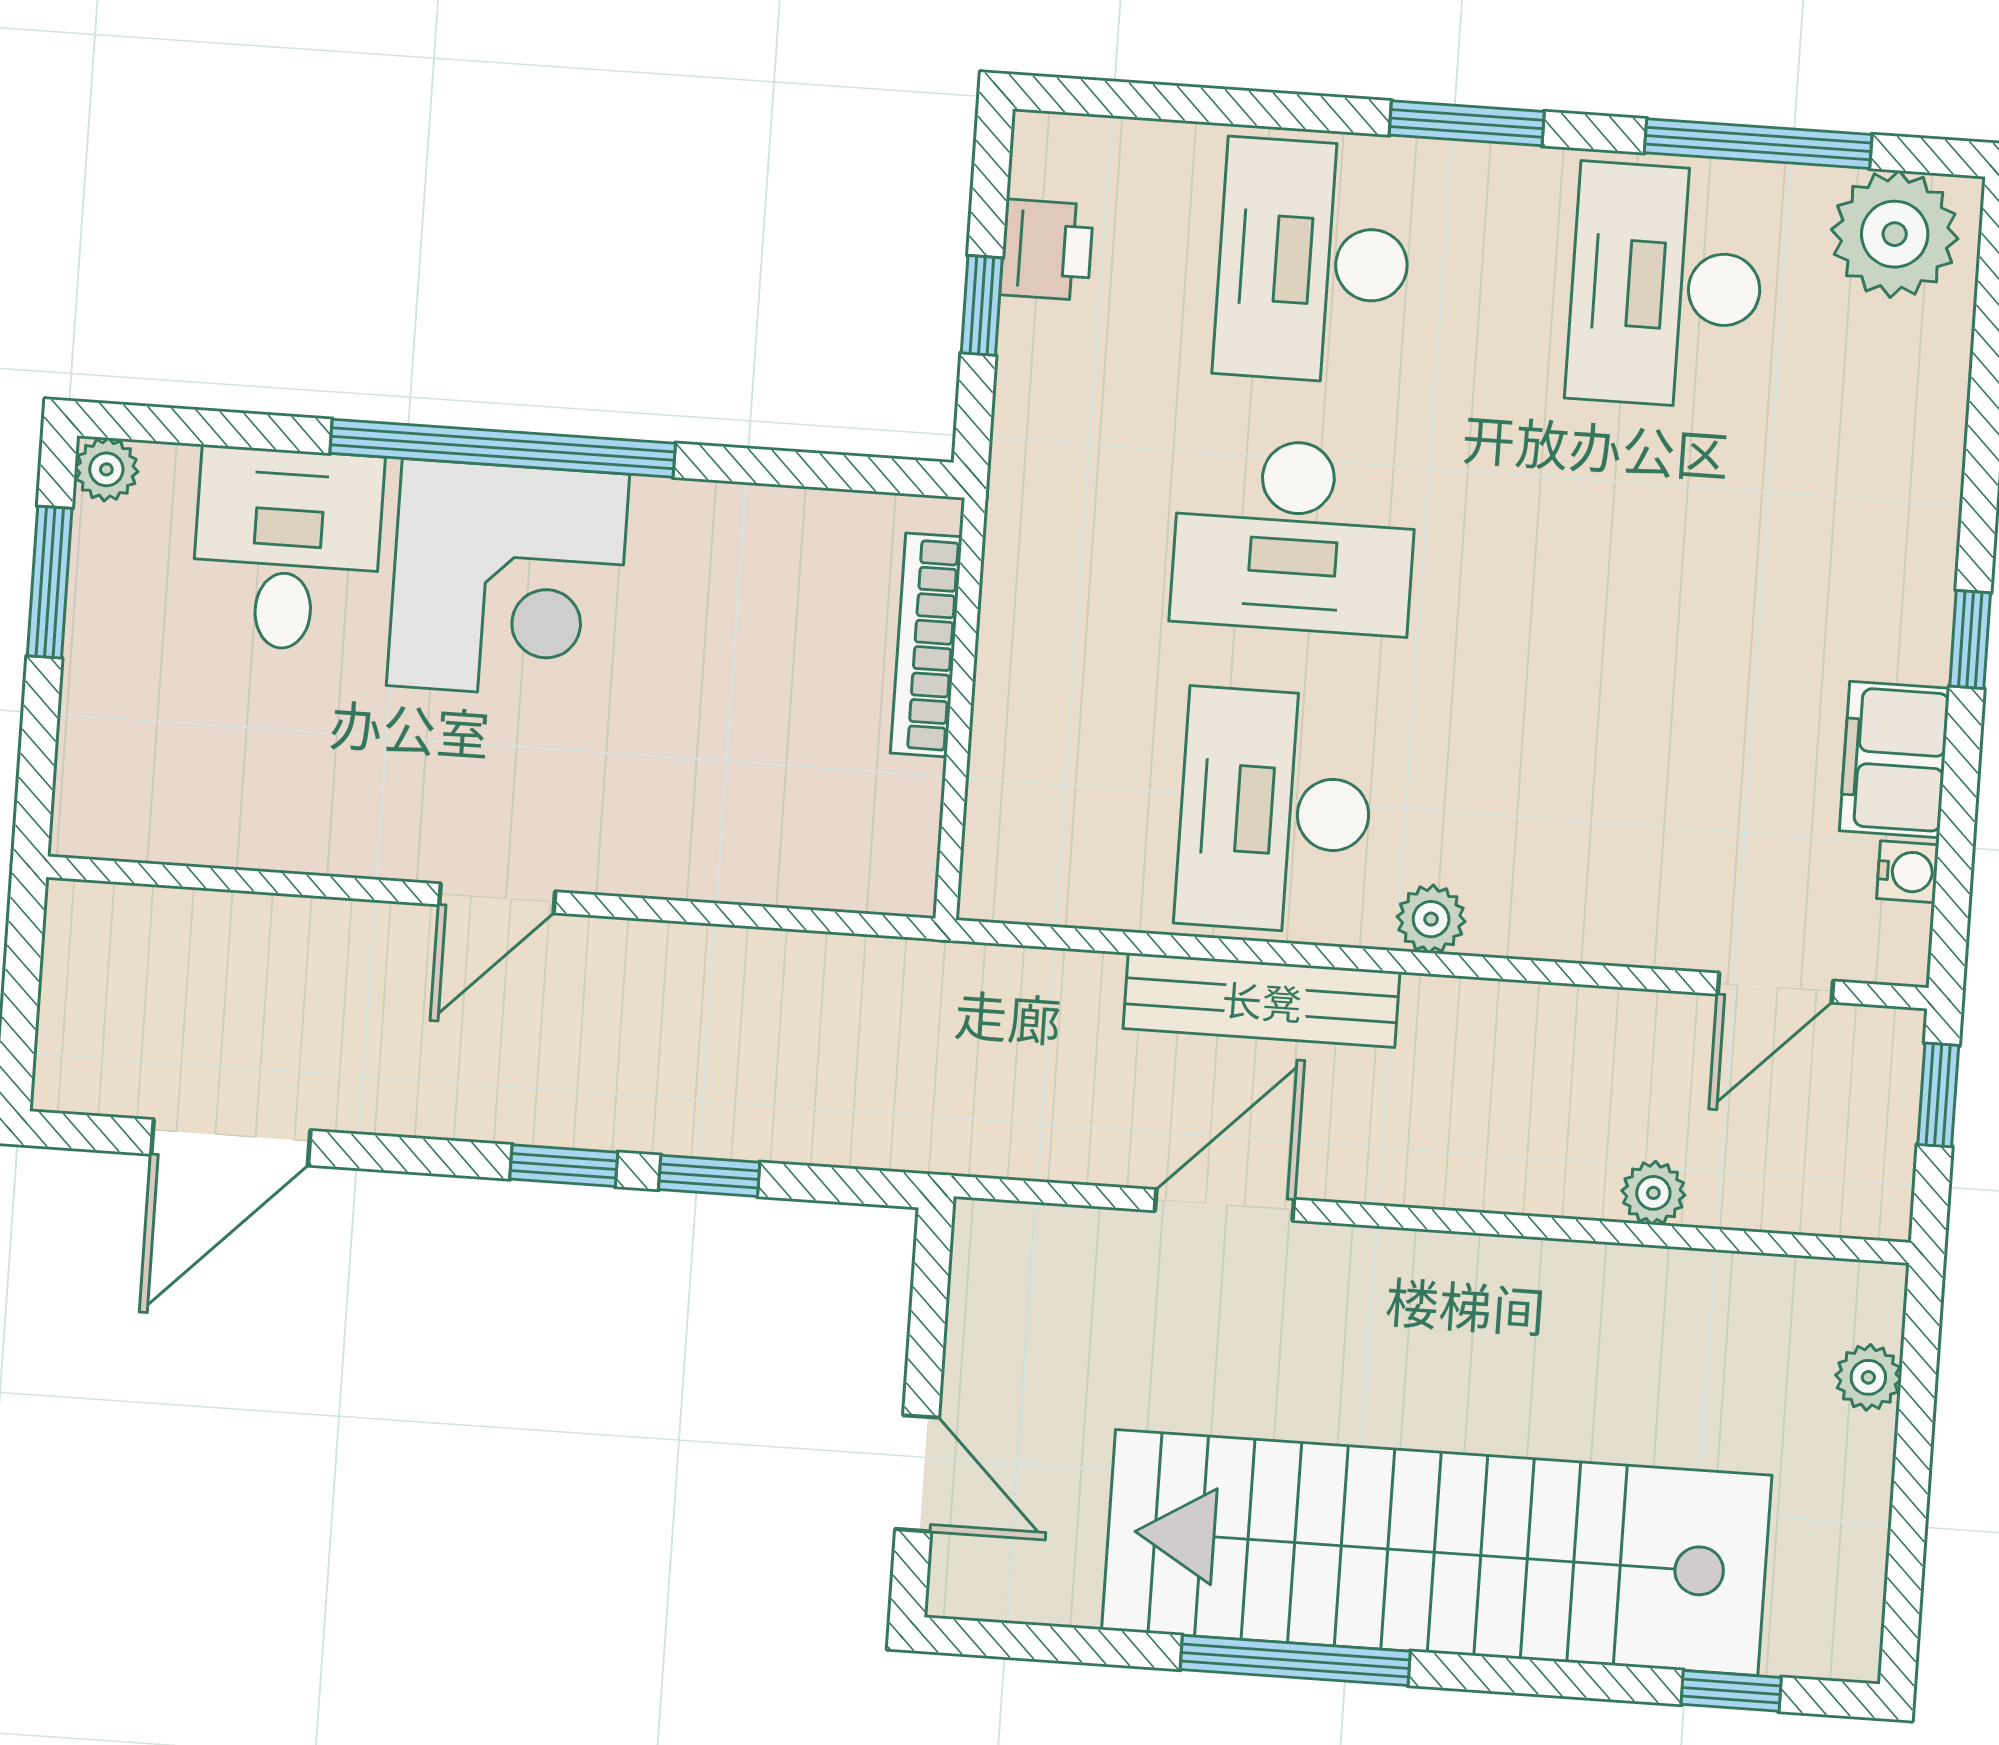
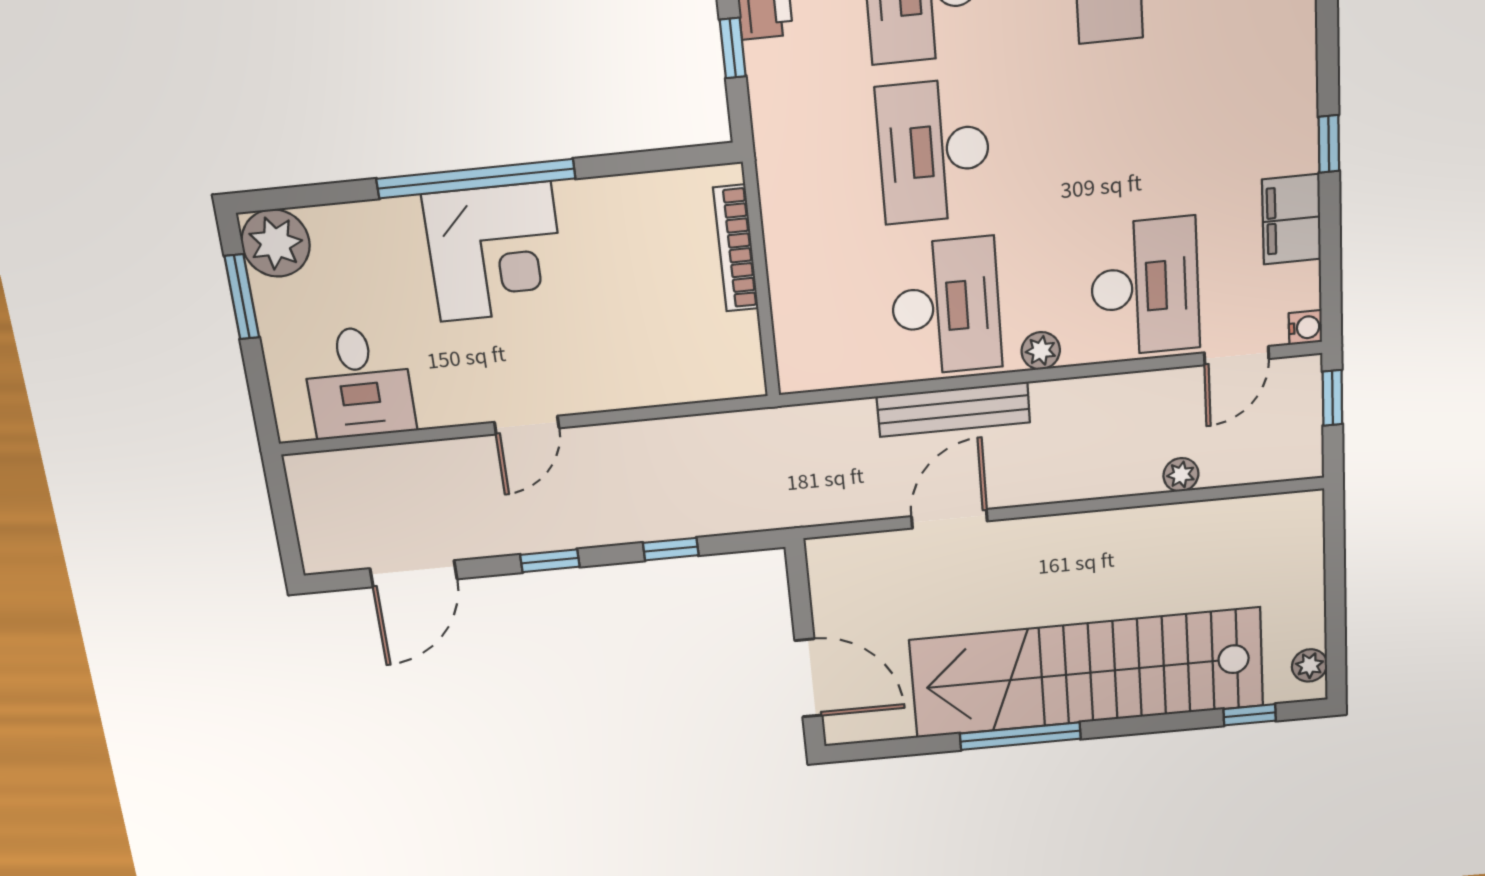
plant: (106, 469) -> (276, 243), width x1.87, depth x1.87
desk: (1294, 536) -> (934, 151), turned 90
desk: (287, 549) -> (358, 382), moved, turned 180
desk: (1275, 811) -> (946, 307), turned 180
desk: (1628, 836) -> (1145, 287), added
water cooler: (1908, 872) -> (1305, 327), moved
window: (564, 1166) -> (550, 561), moved
plant: (1868, 1377) -> (1309, 665), moved
door: (917, 1473) -> (808, 678), width x1.38

